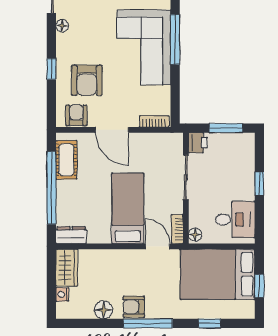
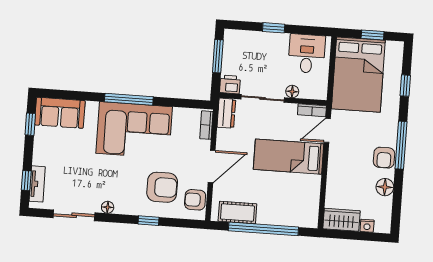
dresser: (71, 235) -> (226, 113), moved, turned 180
floor lamp: (195, 235) -> (292, 91), moved

